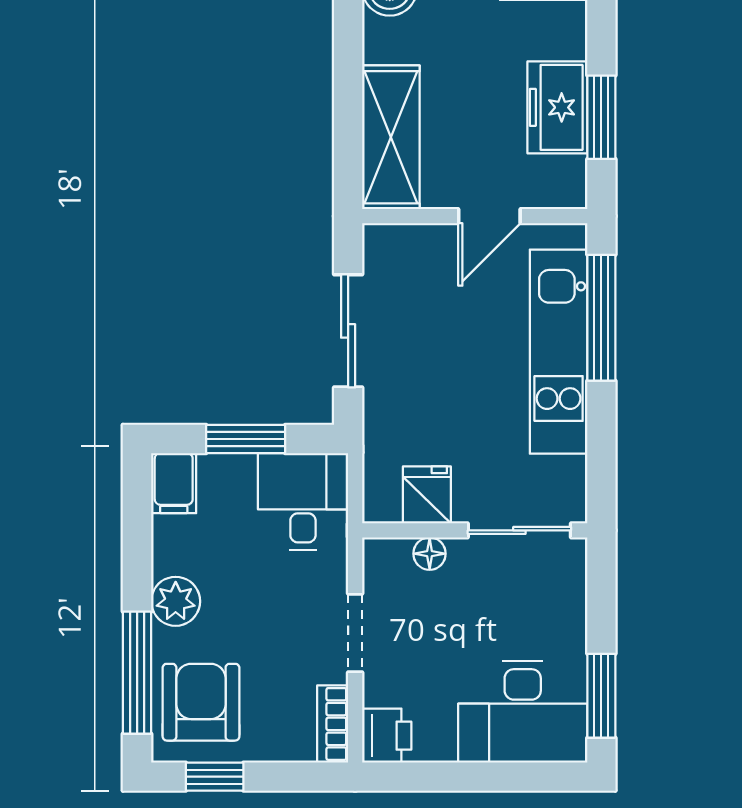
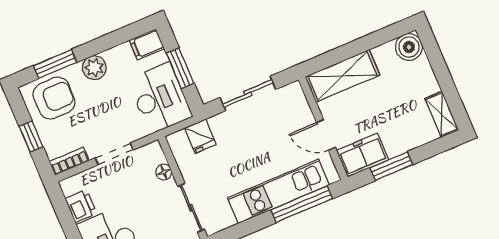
freezer: (557, 107) -> (363, 155), moved
fridge: (427, 495) -> (200, 136), moved, turned 90
desk: (303, 502) -> (160, 98), width x1.37
window: (137, 673) -> (55, 64), width x0.69
printer: (387, 736) -> (81, 206), moved, turned -90
window: (215, 777) -> (31, 137), moved

